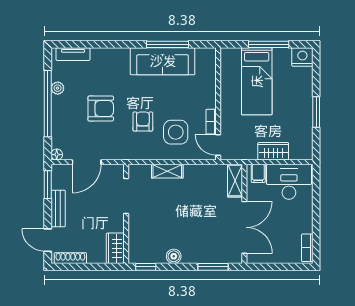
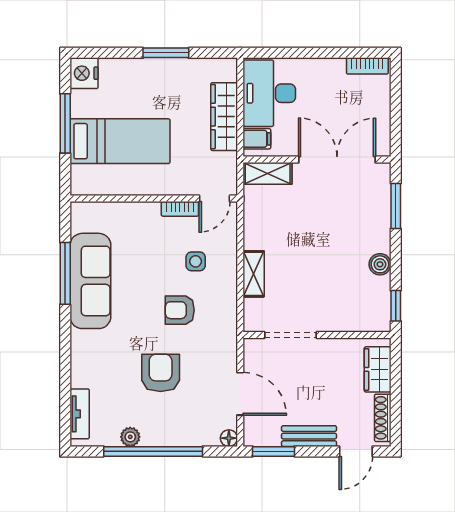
side table: (176, 132) -> (196, 261), width x0.54, depth x0.54
wardrobe: (273, 151) -> (224, 117), width x1.50
wardrobe: (115, 248) -> (378, 369), moved, turned 90

